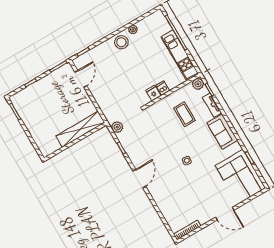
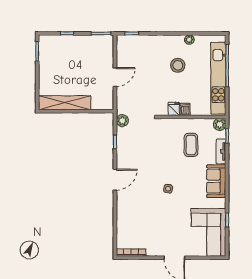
stool: (121, 42) -> (178, 65), moved
kitchen unit: (179, 55) -> (218, 78), width x1.36
door: (81, 79) -> (115, 77), moved
shelving: (80, 129) -> (65, 103), moved

